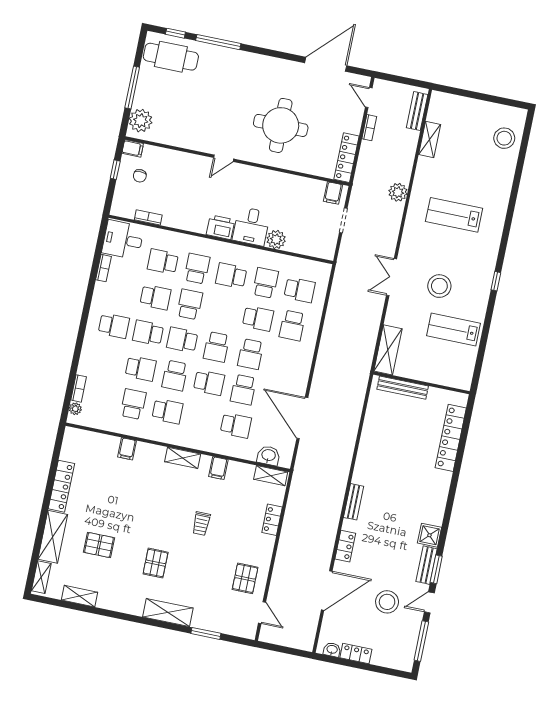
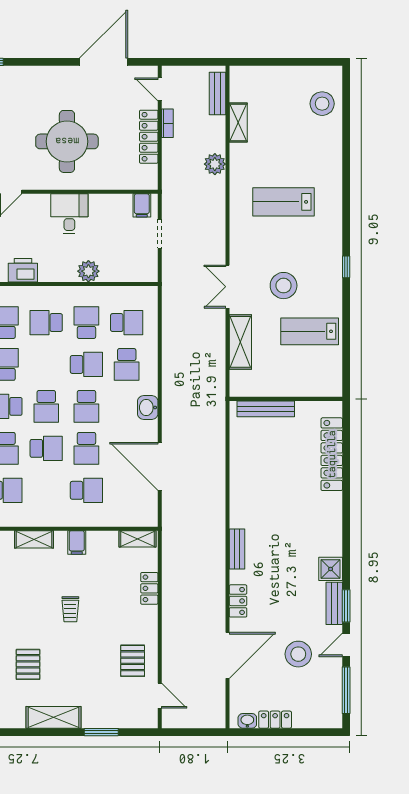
locker: (347, 158) -> (149, 137), moved
plant: (398, 192) -> (215, 164), moved
desk: (251, 226) -> (69, 214), moved, turned 180
shelving: (388, 350) -> (240, 342), moved
washbasin: (268, 456) -> (148, 408), moved, turned -90

